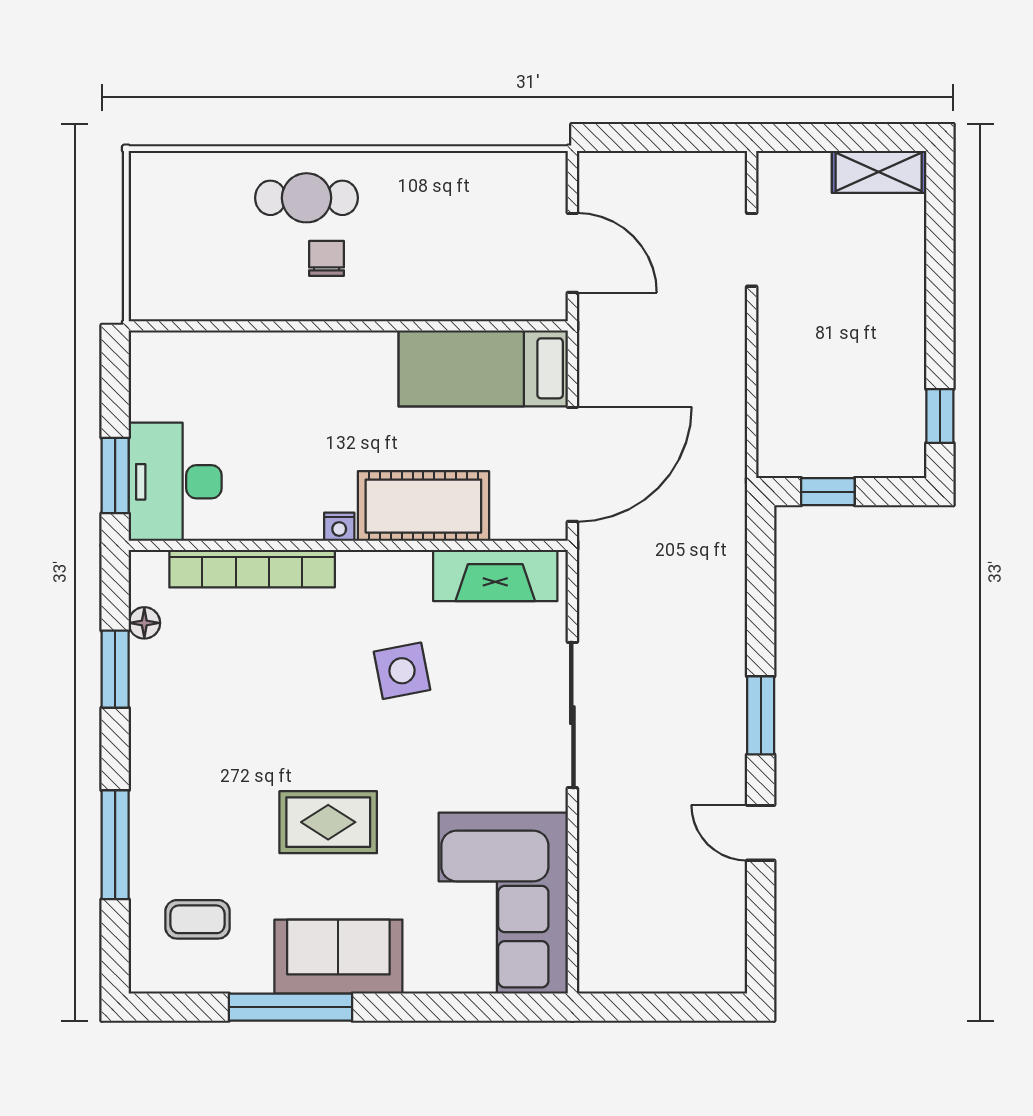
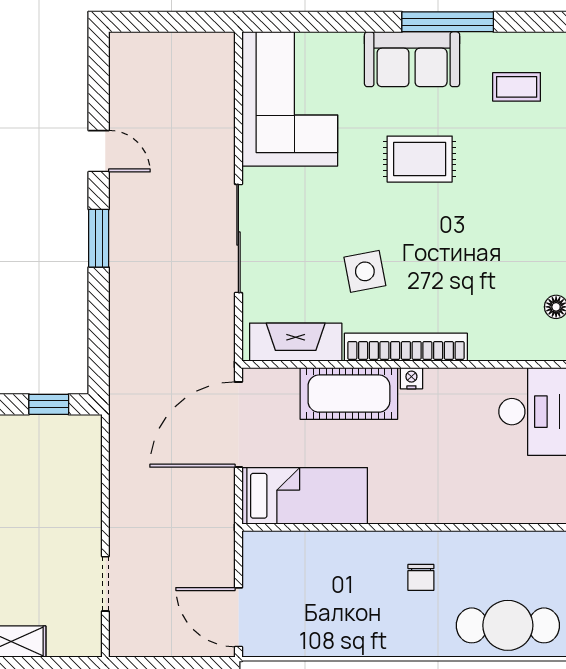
cafe table: (306, 198) -> (508, 625), moved, width x1.37, depth x1.35
door: (572, 253) -> (238, 617), moved
bookcase: (252, 569) -> (406, 347), moved

